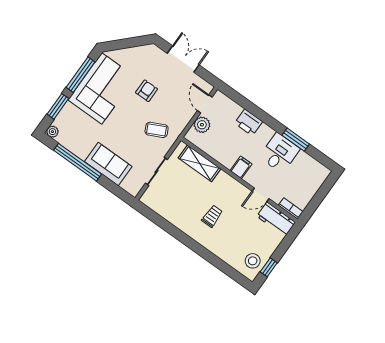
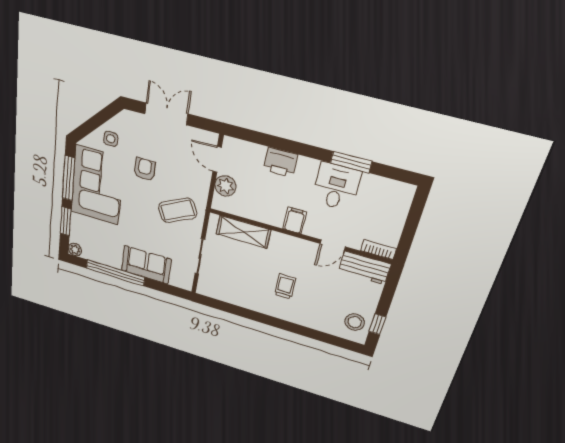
side table: (132, 59) -> (111, 139), added
coffee table: (157, 130) -> (178, 210), width x1.36, depth x1.30

